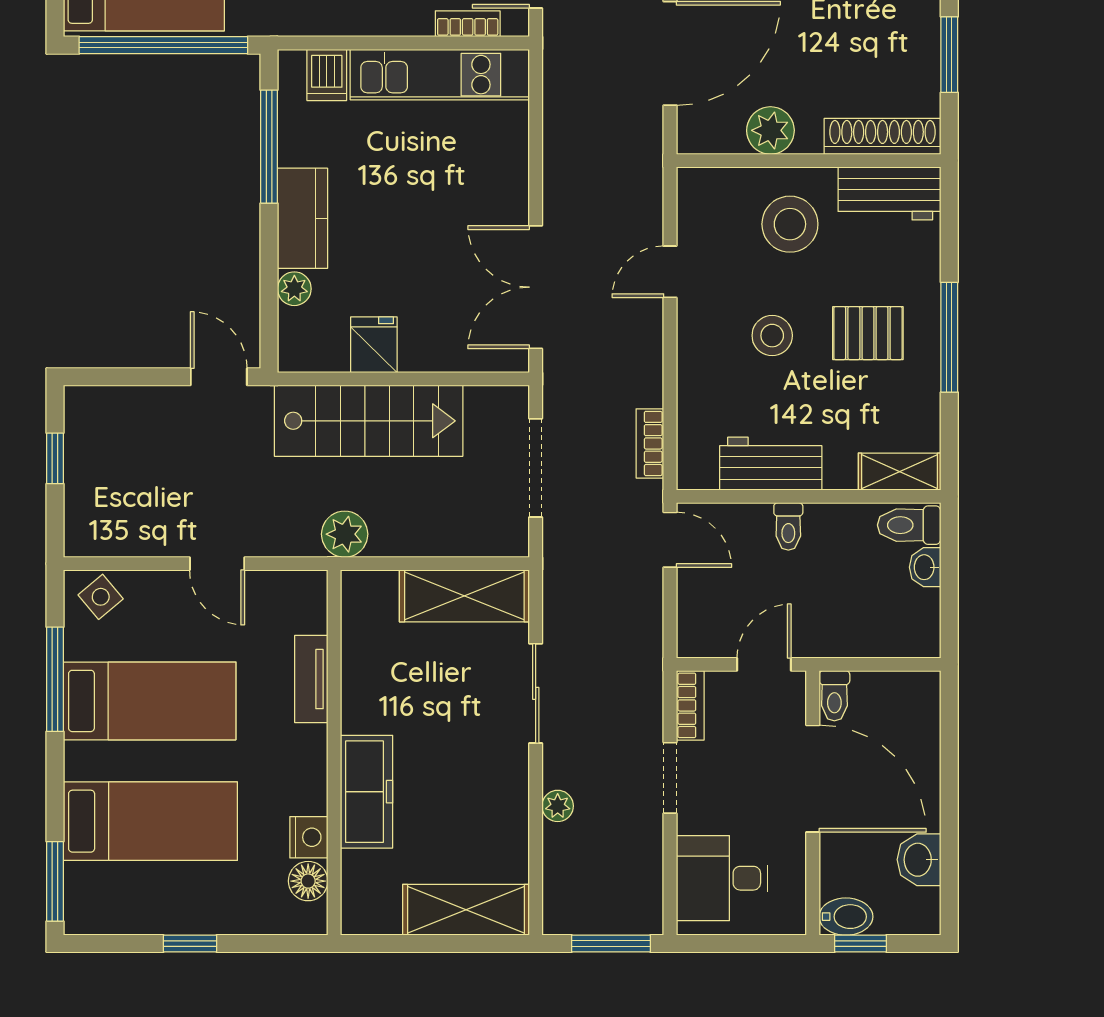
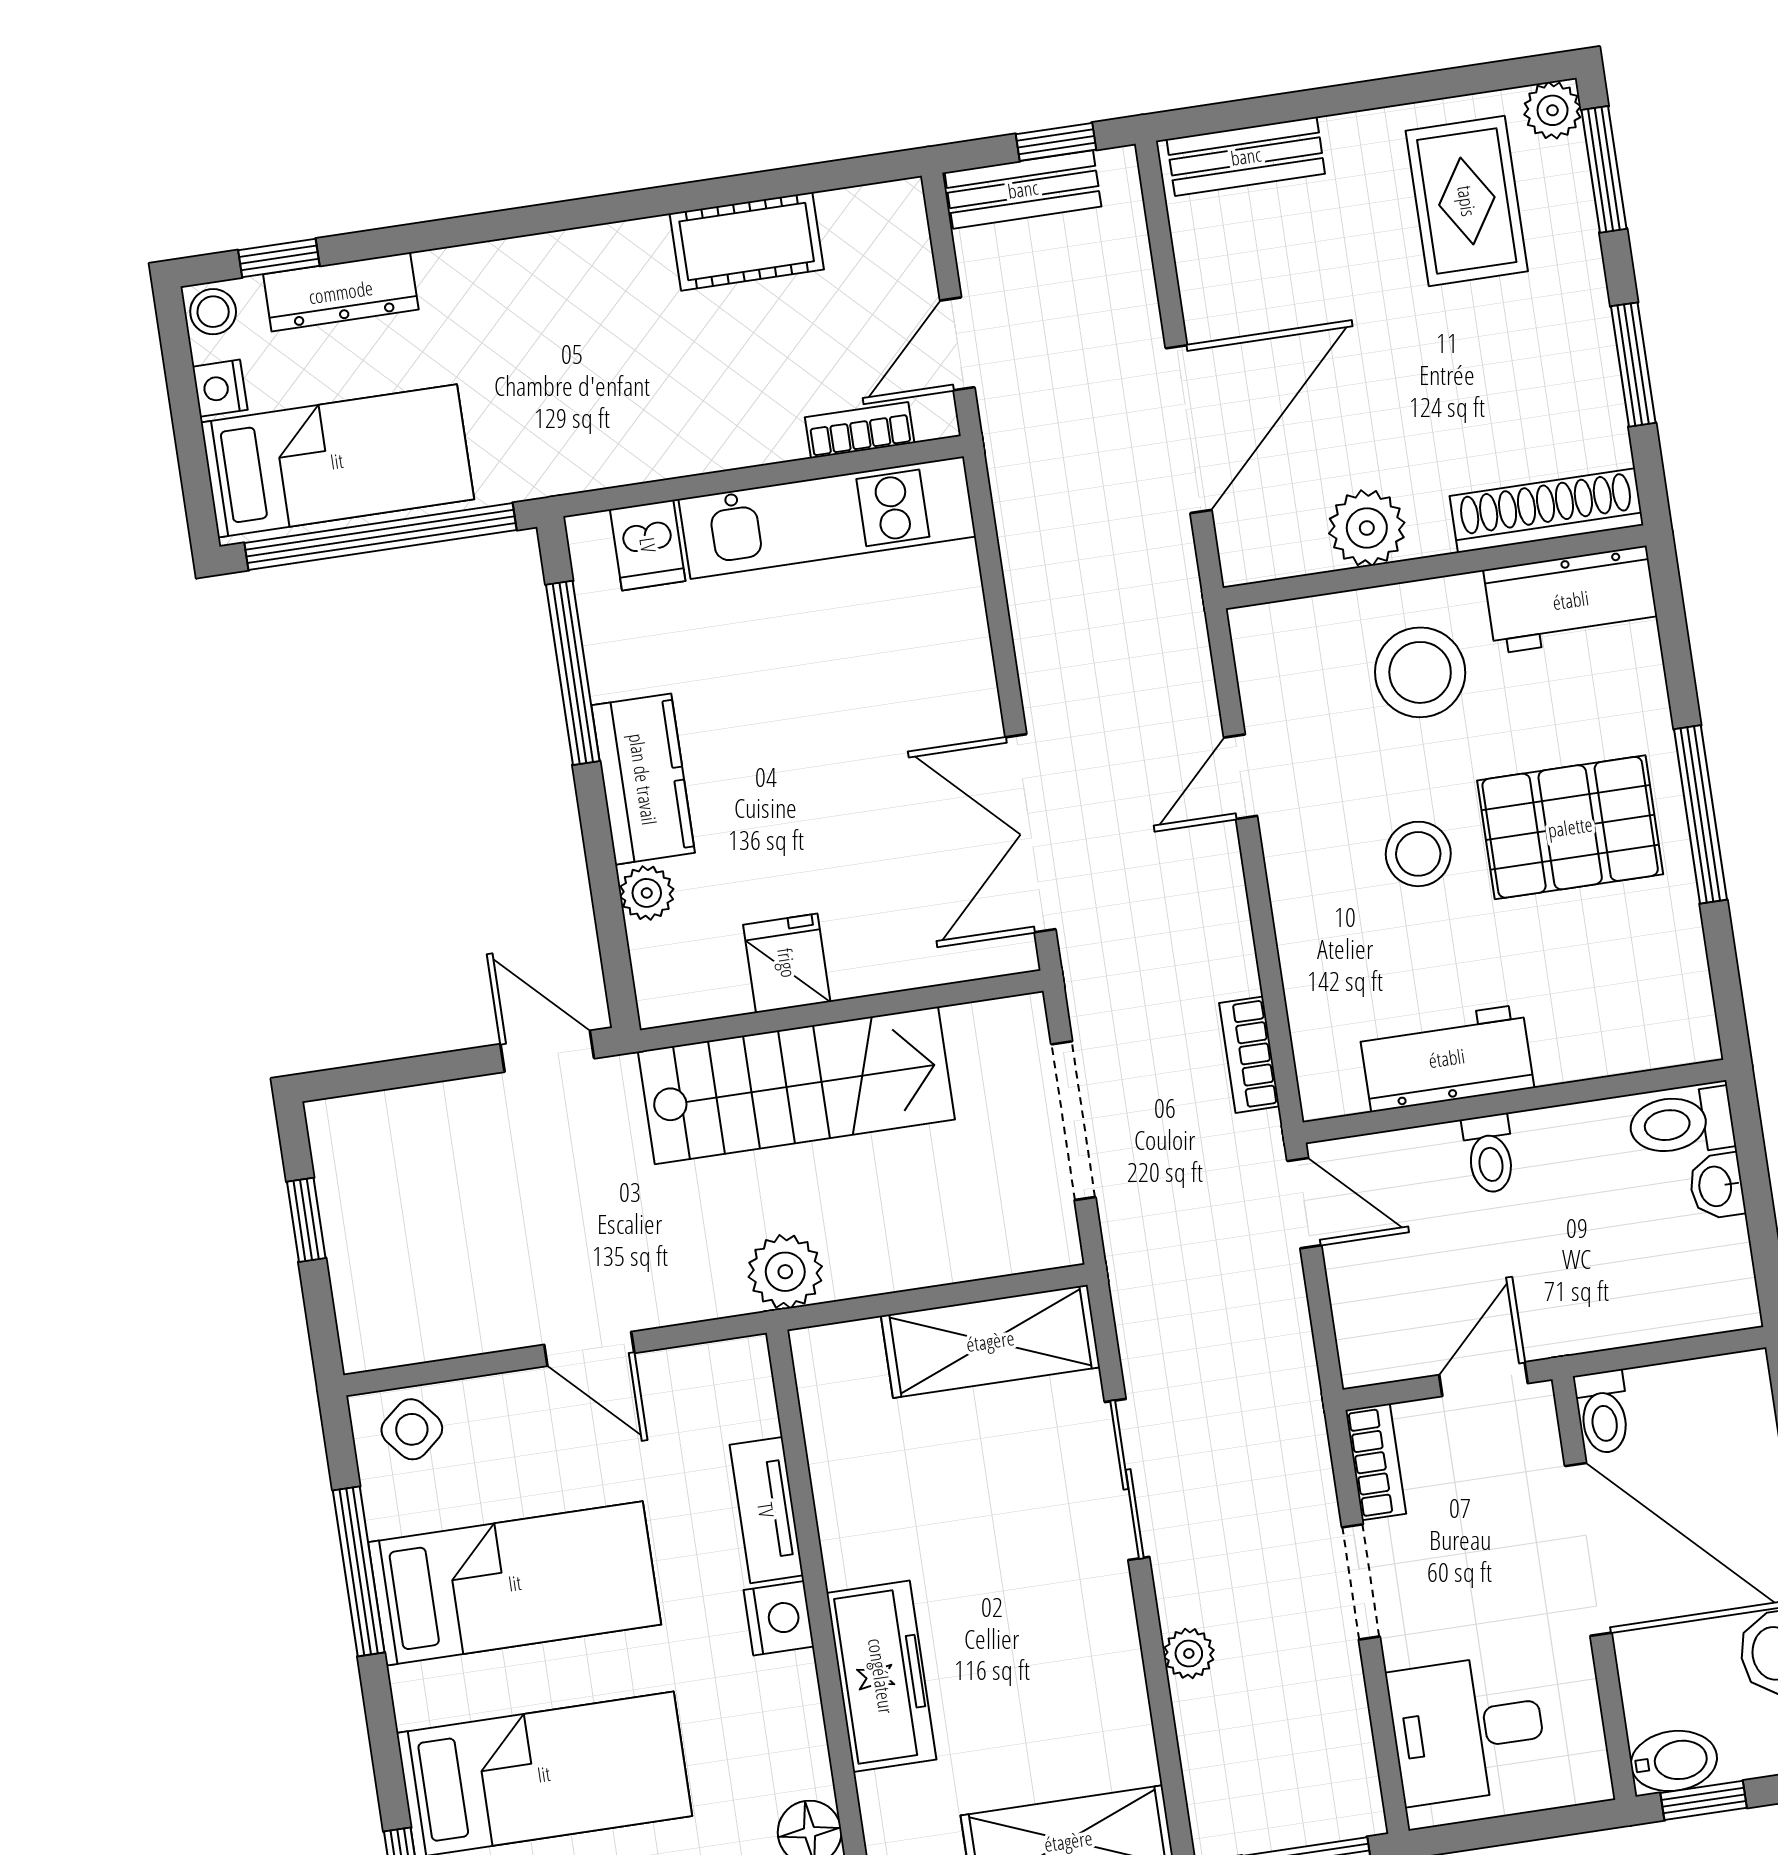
pallet: (868, 333) -> (1570, 827), width x1.50, depth x1.42
shelving: (900, 472) -> (1653, 1040), removed
nightstand: (309, 837) -> (779, 1618), moved

